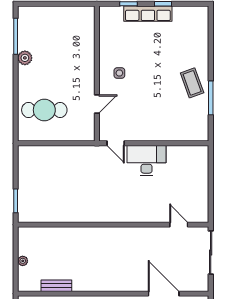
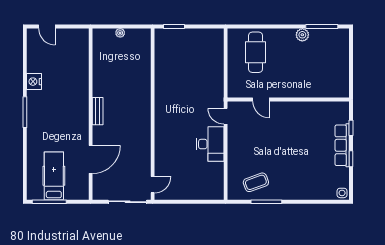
side table: (119, 73) -> (342, 193), moved
coffee table: (192, 83) -> (256, 182), moved
door: (116, 143) -> (226, 116), hinge flipped
door: (179, 225) -> (153, 185), moved
bench: (56, 286) -> (98, 111), moved

